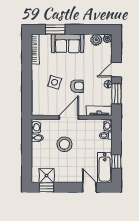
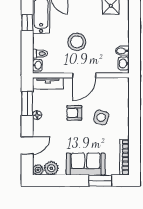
door: (116, 70) -> (27, 145), moved
stool: (64, 144) -> (77, 42), moved

